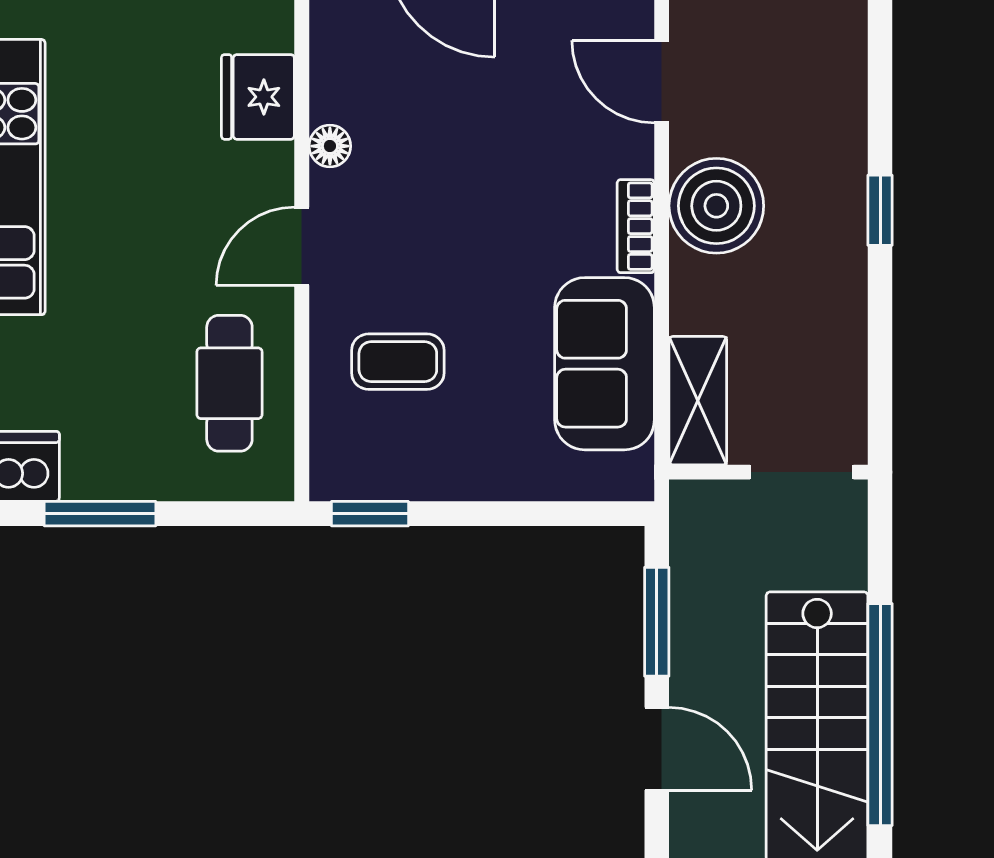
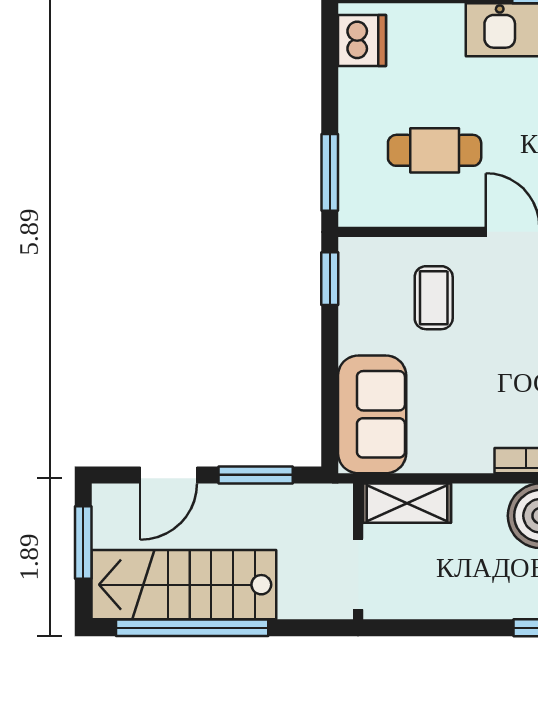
sofa: (605, 364) -> (372, 414), moved, turned 90
cafe table: (229, 383) -> (435, 150), moved
window: (100, 514) -> (330, 172), moved

